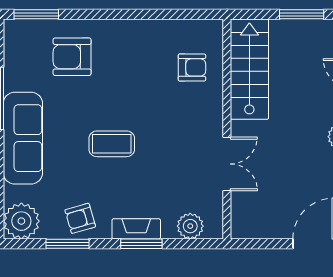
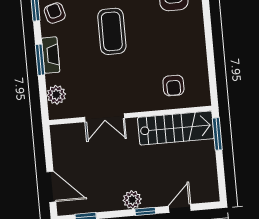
window: (302, 14) -> (217, 134), moved
coffee table: (112, 144) -> (112, 31), width x1.36, depth x1.32

